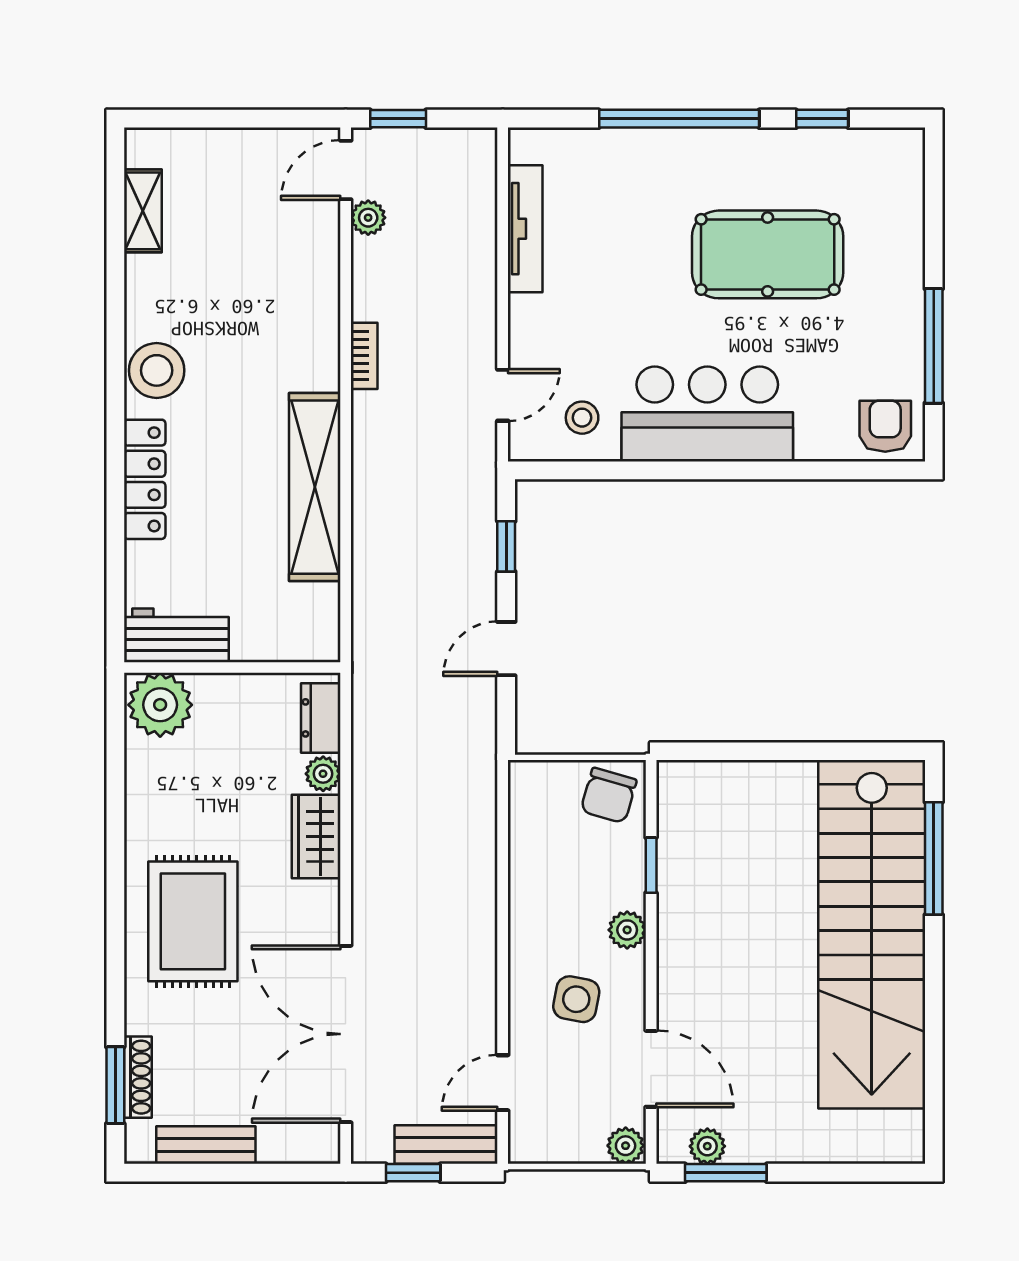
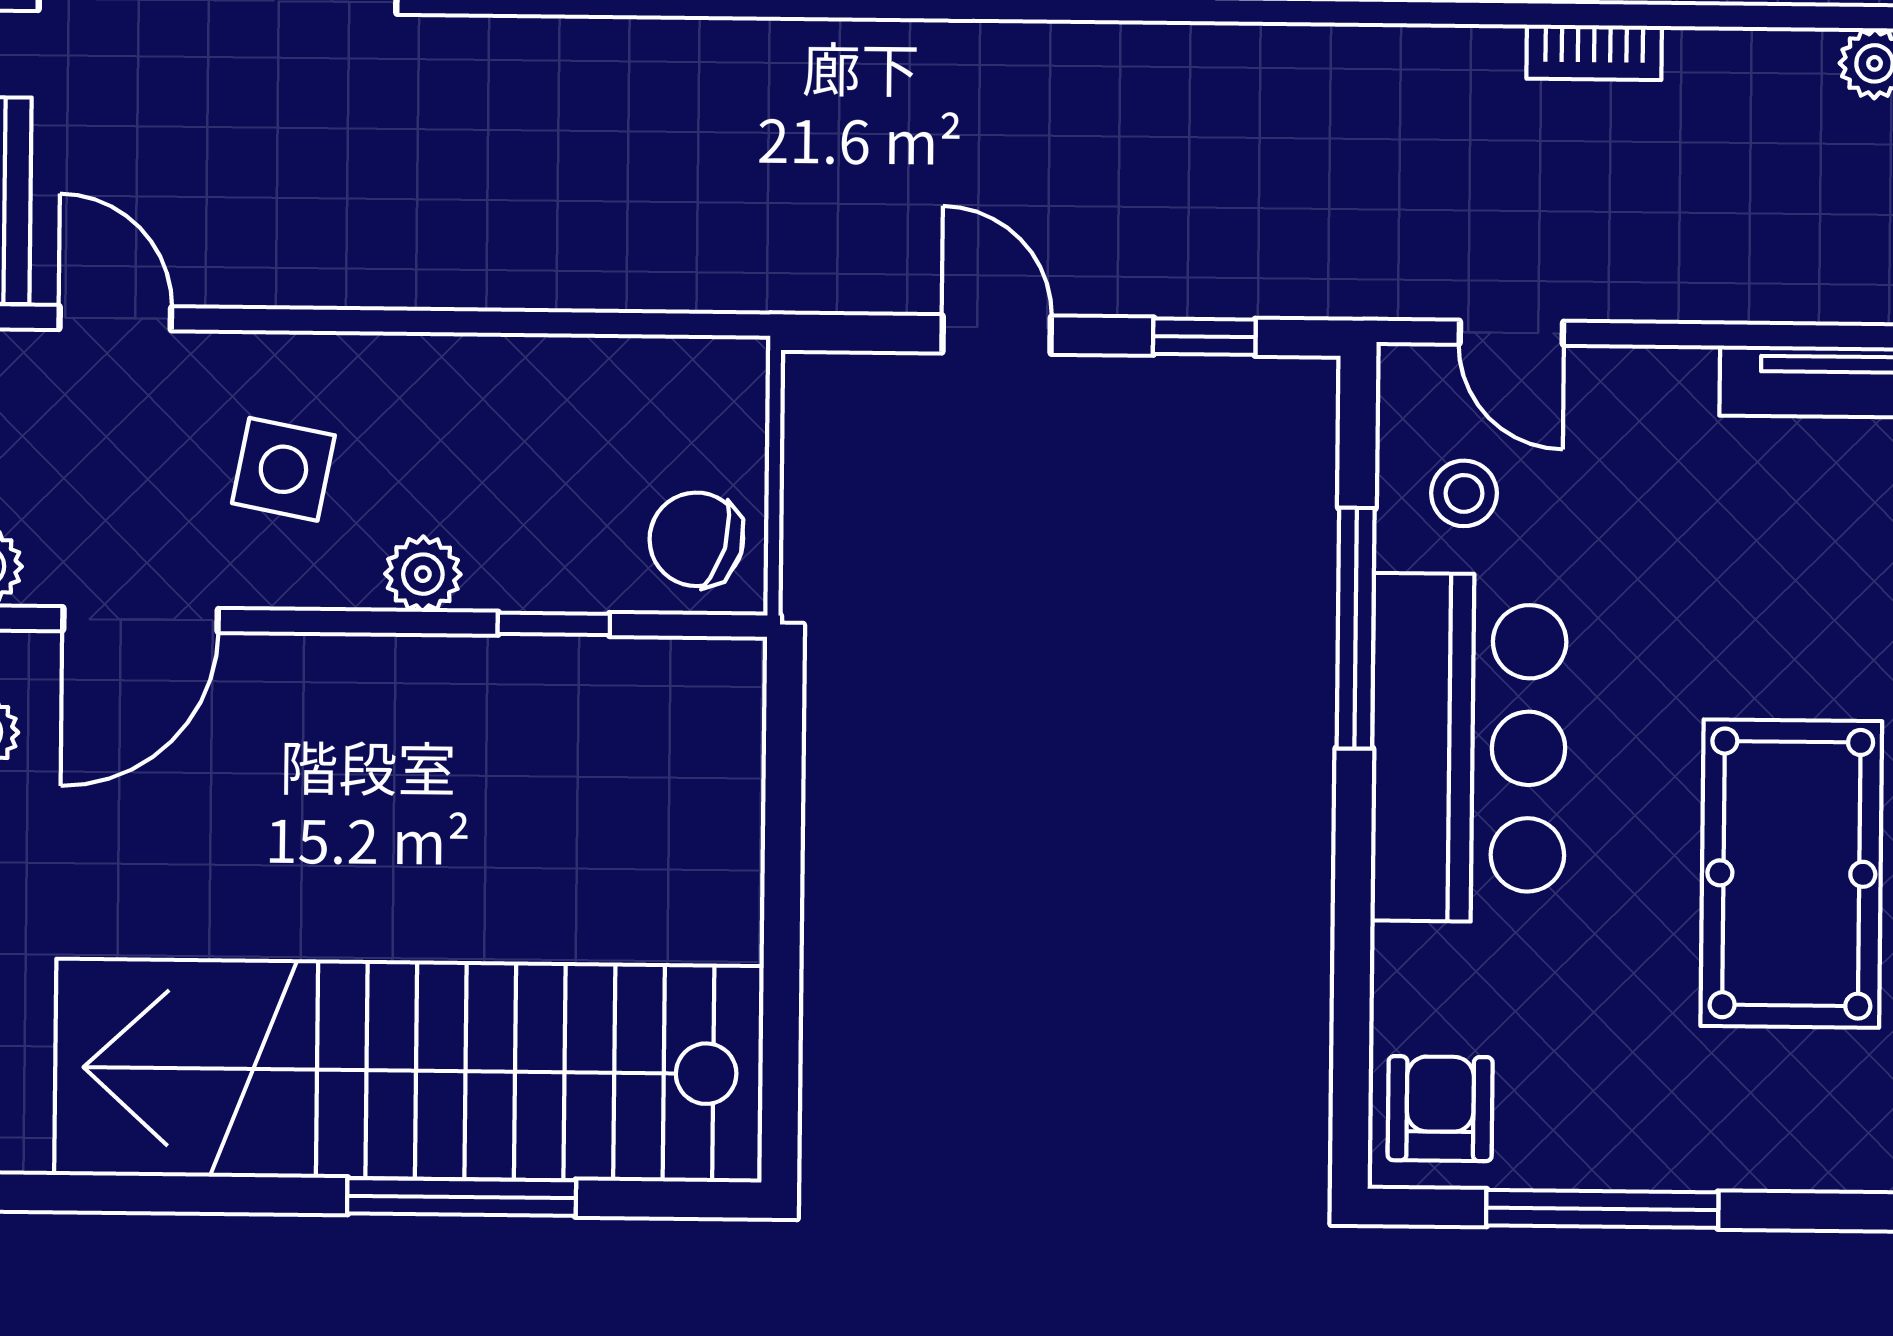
armchair: (885, 426) -> (1440, 1109), turned -90
window: (649, 470) -> (1356, 628), added
window: (934, 858) -> (462, 1197), moved

